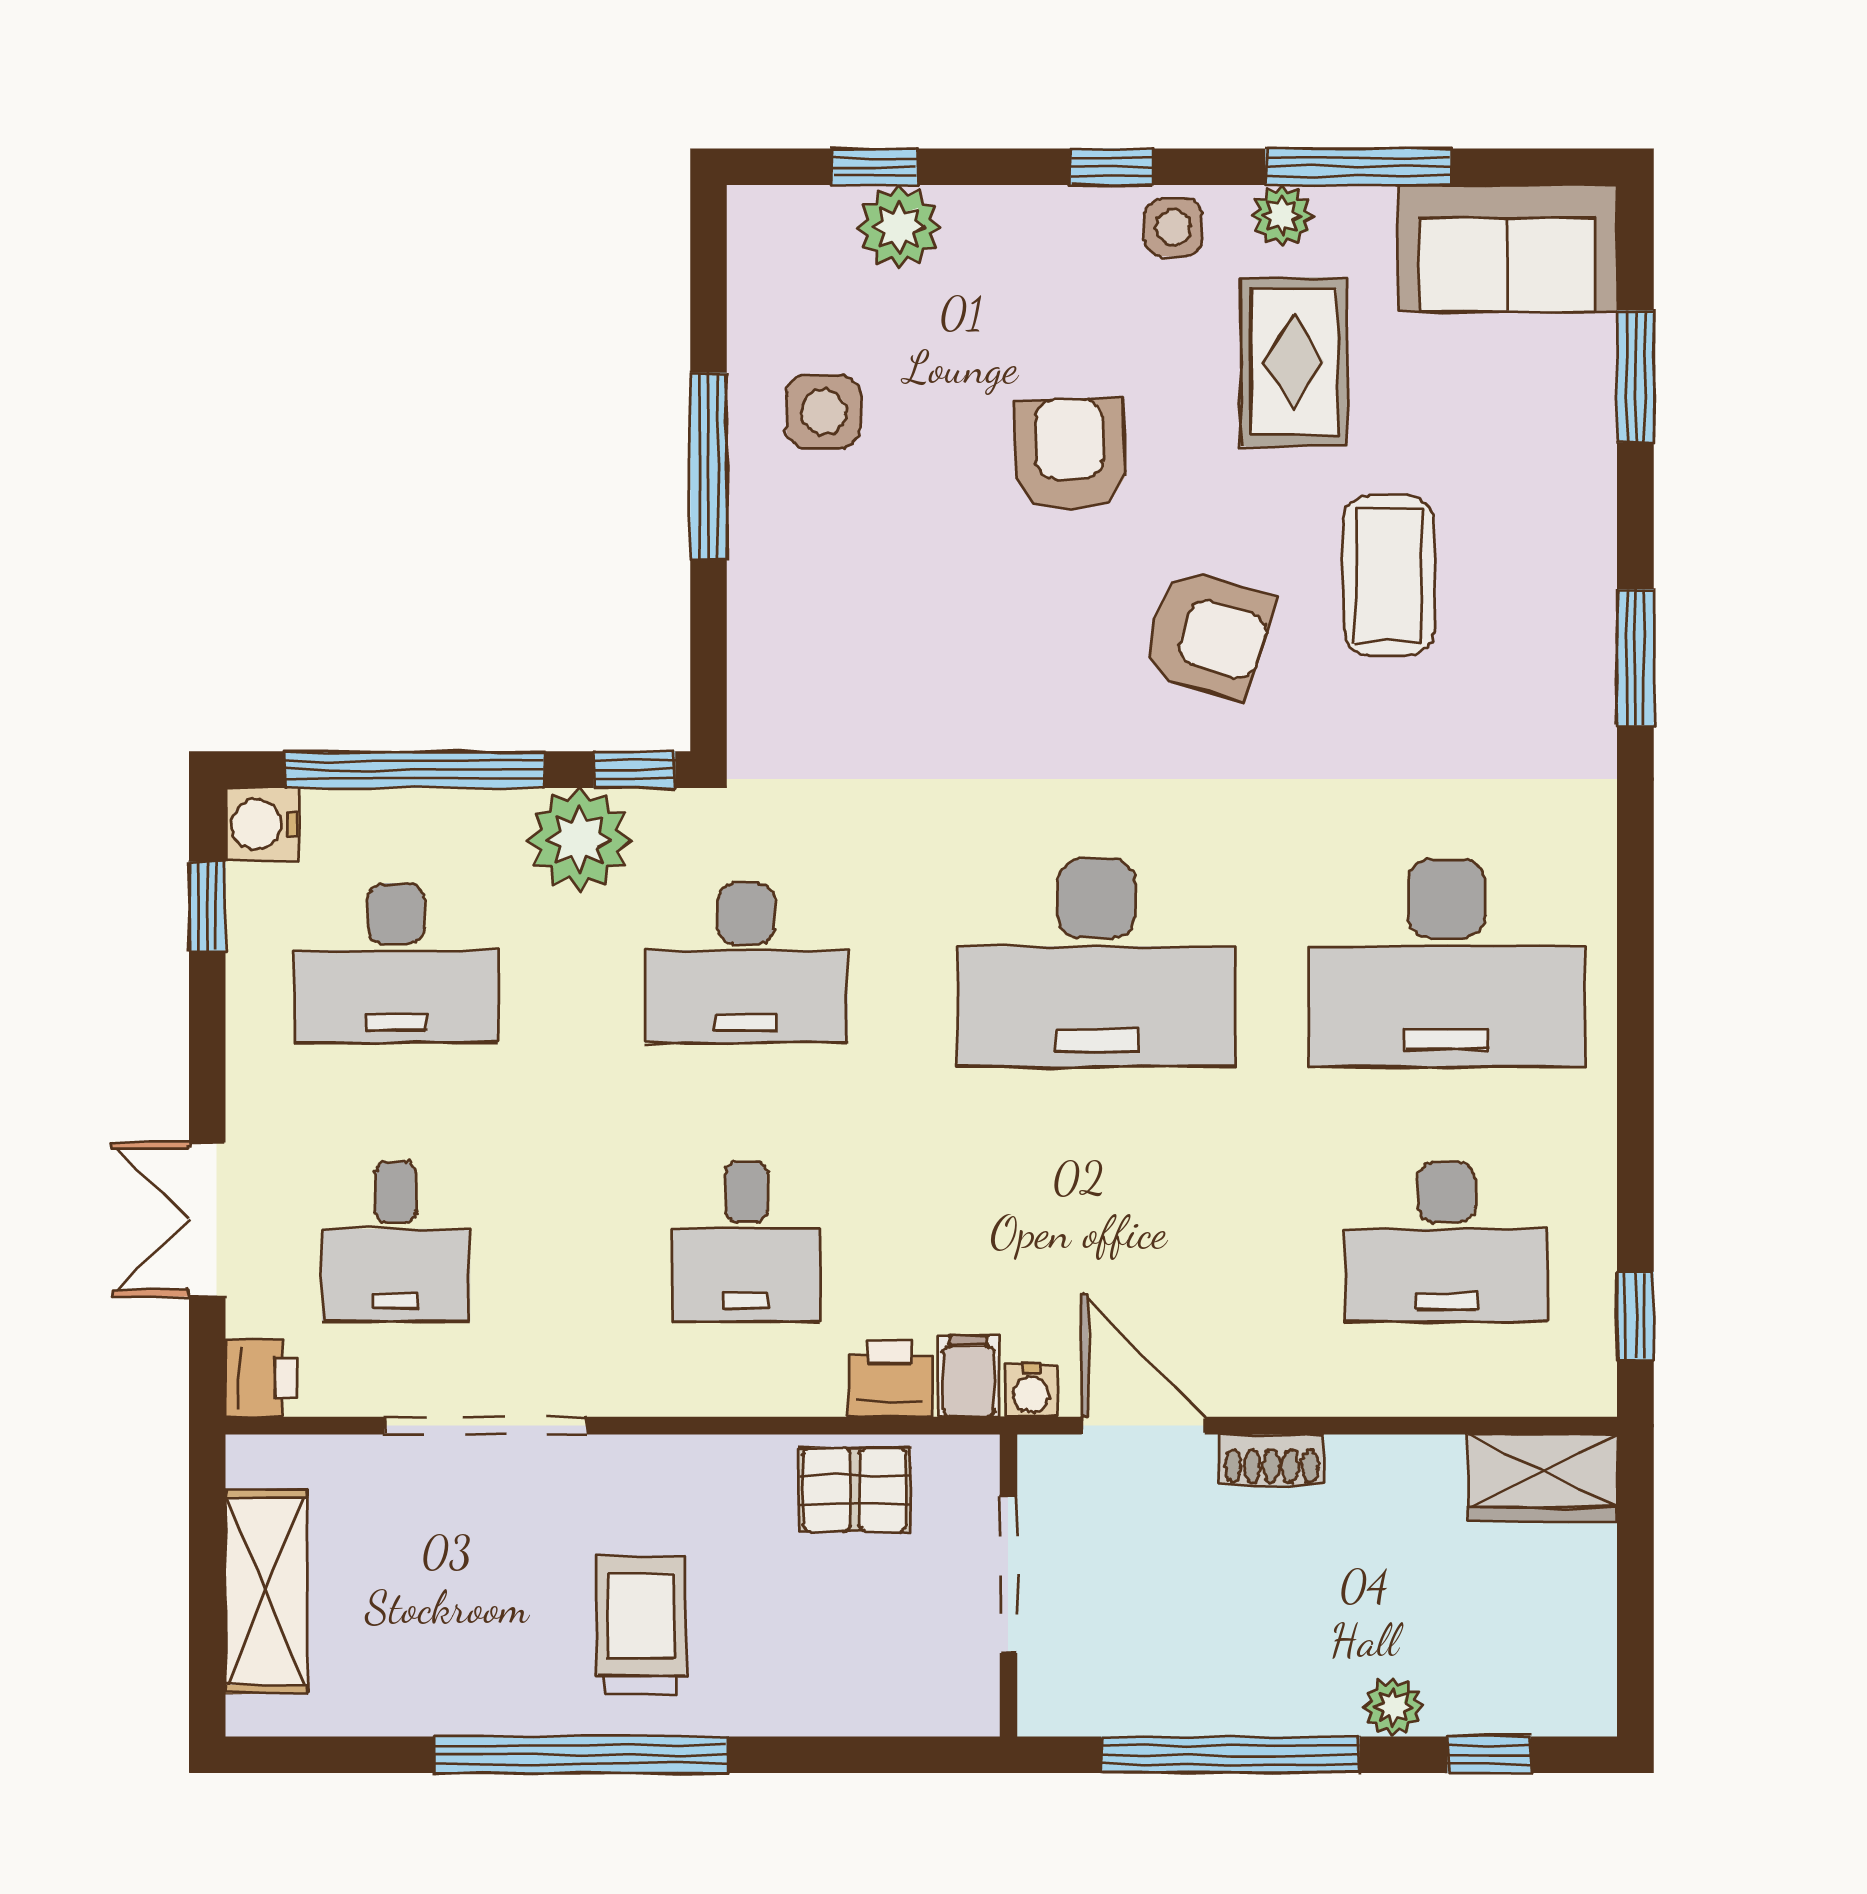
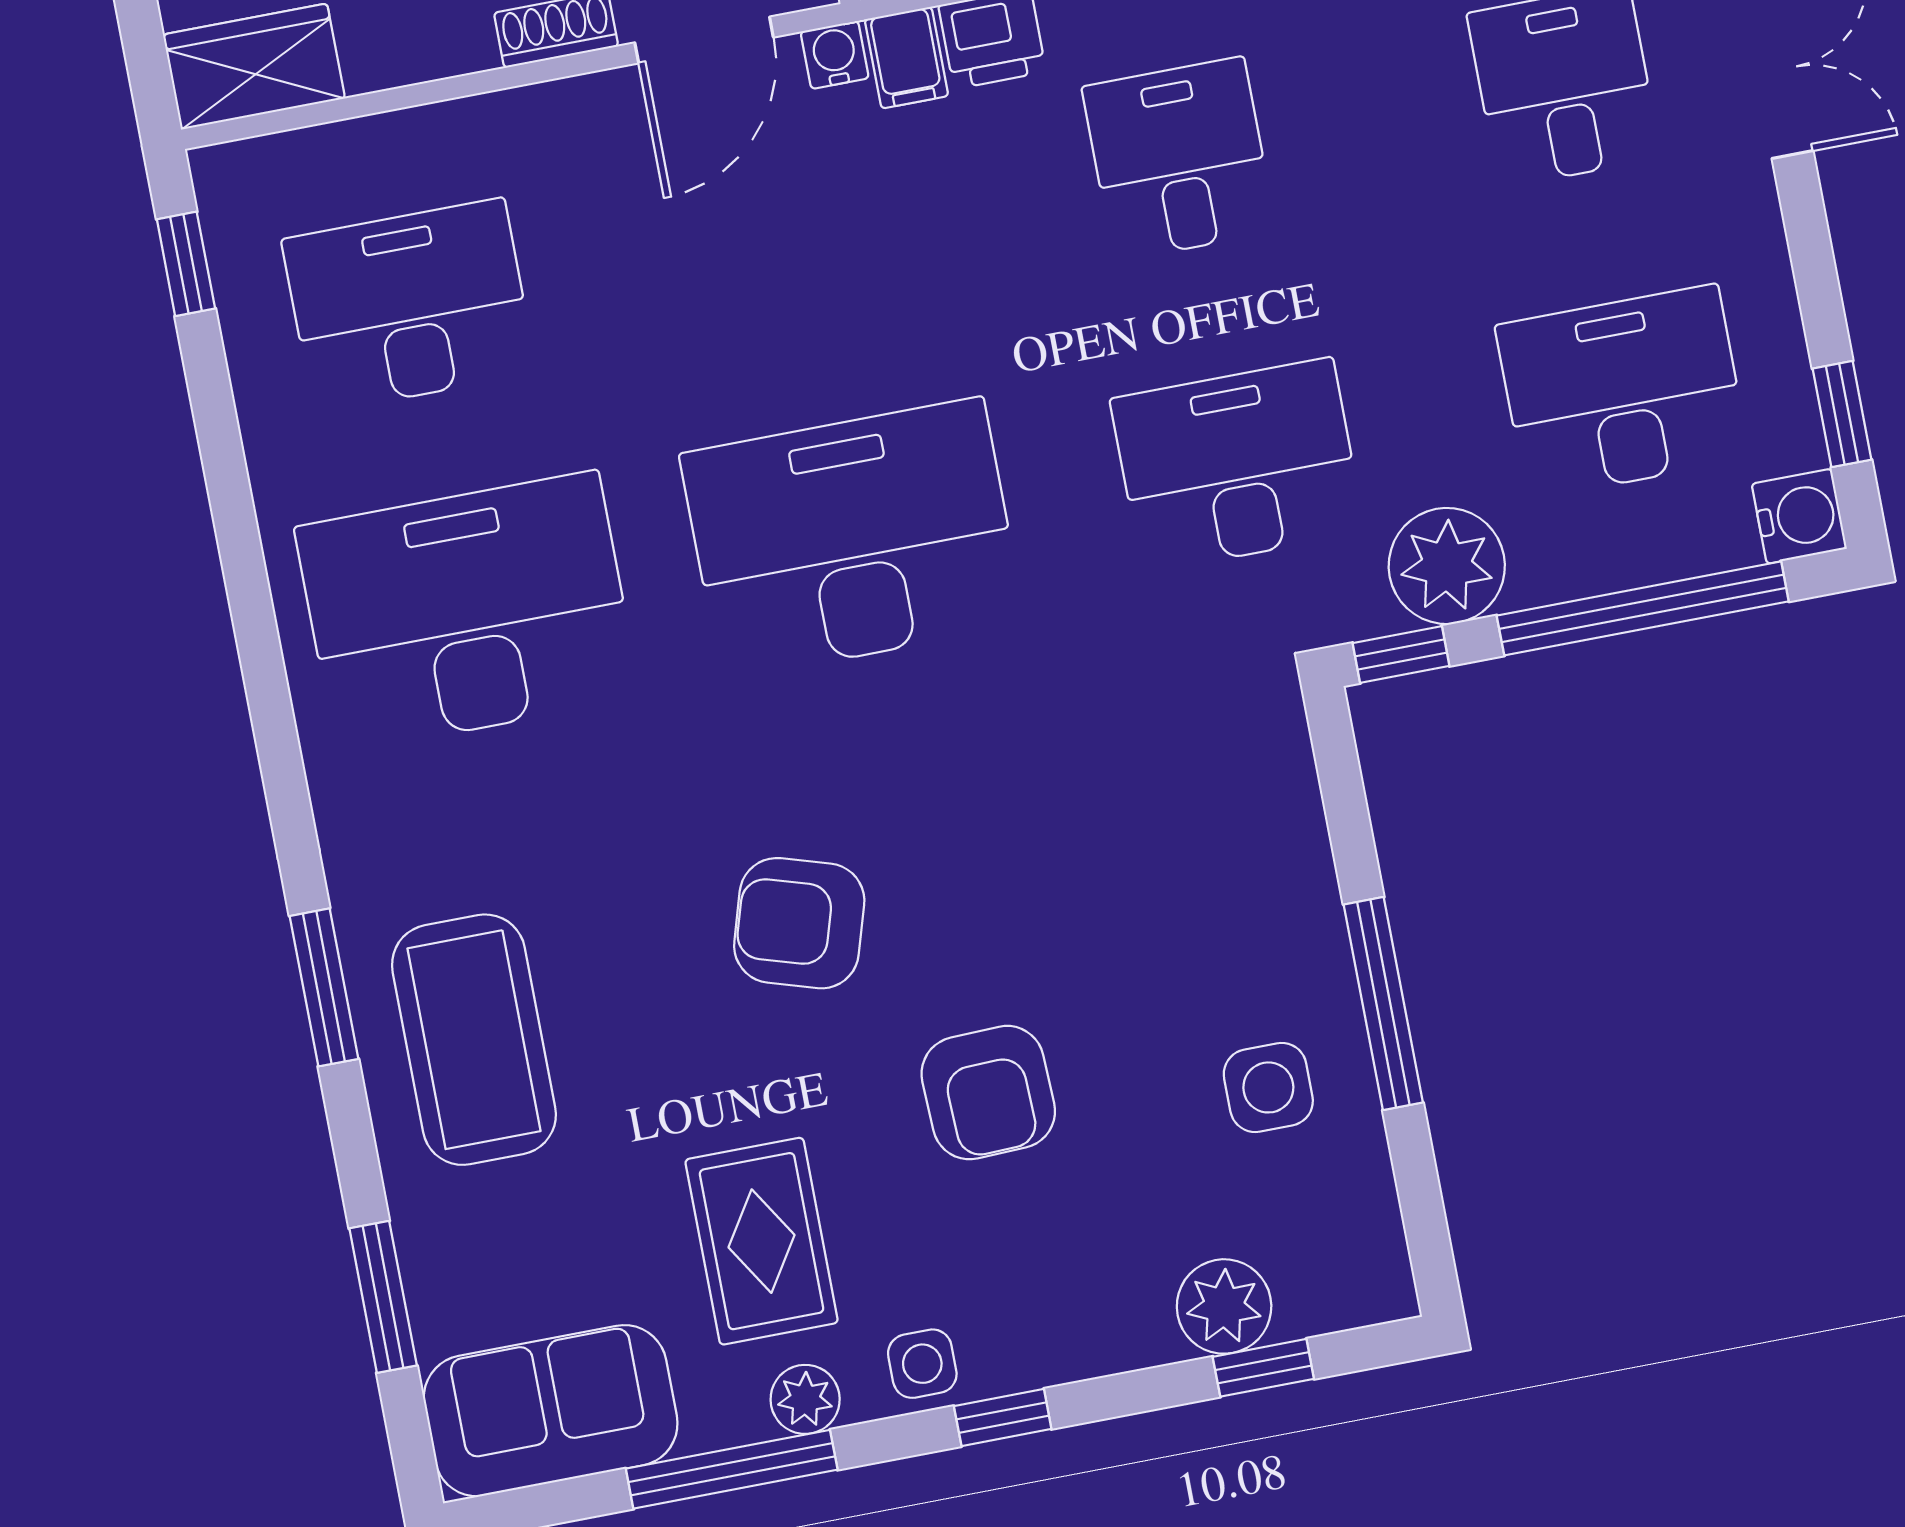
coffee table: (1389, 575) -> (474, 1040), moved, width x1.36, depth x1.32
door: (1143, 1426) -> (704, 40), hinge flipped

